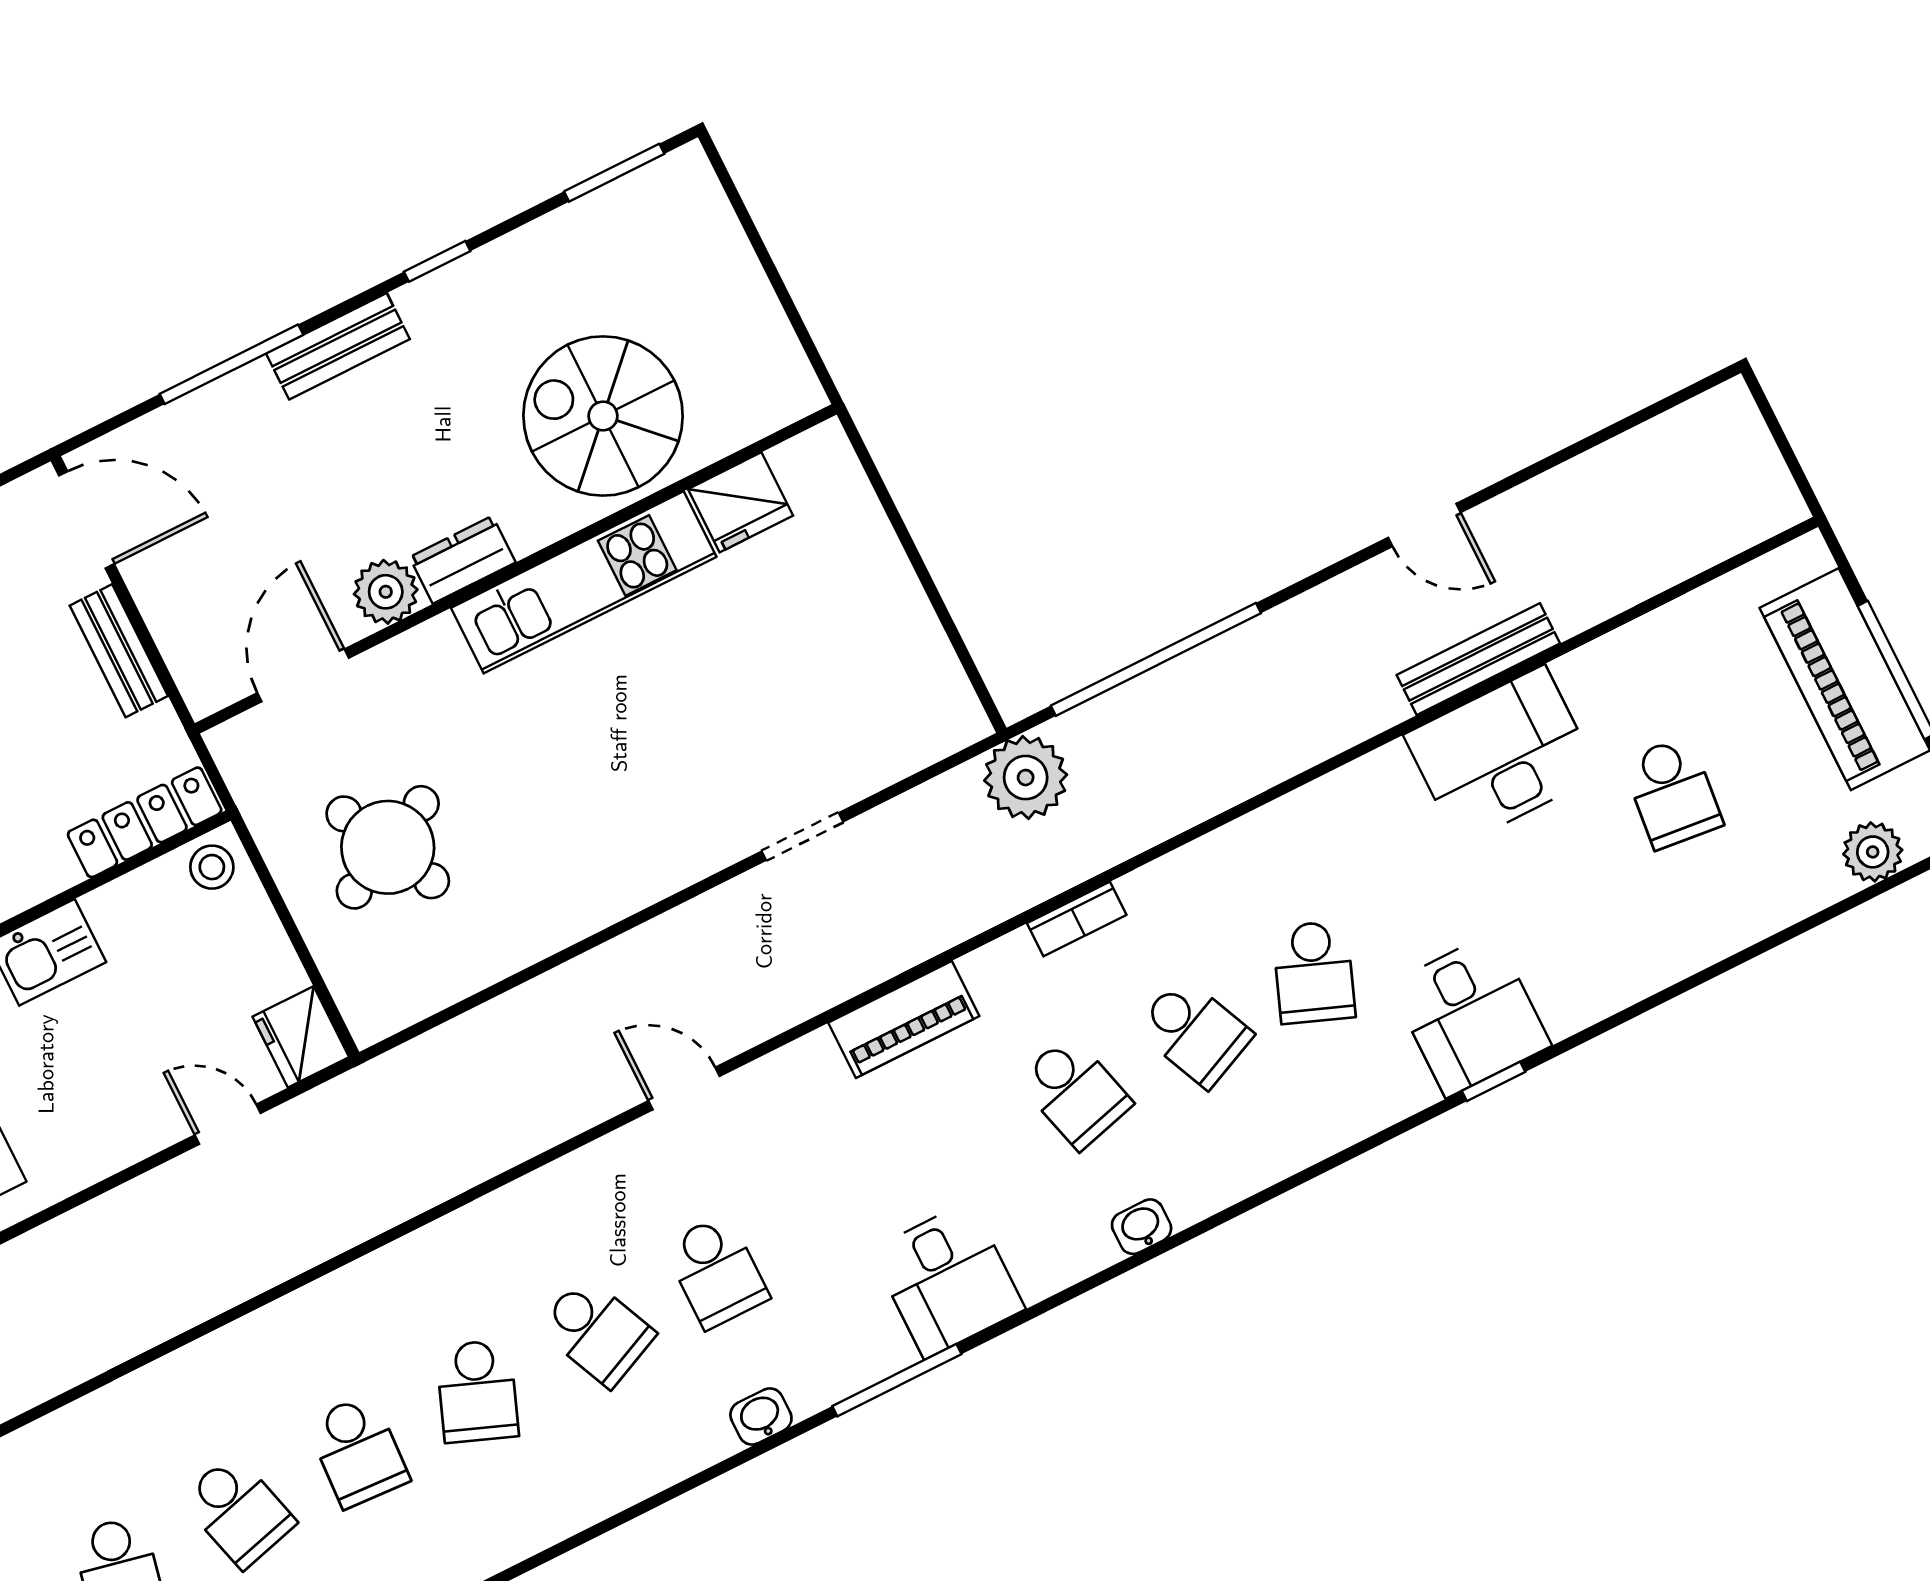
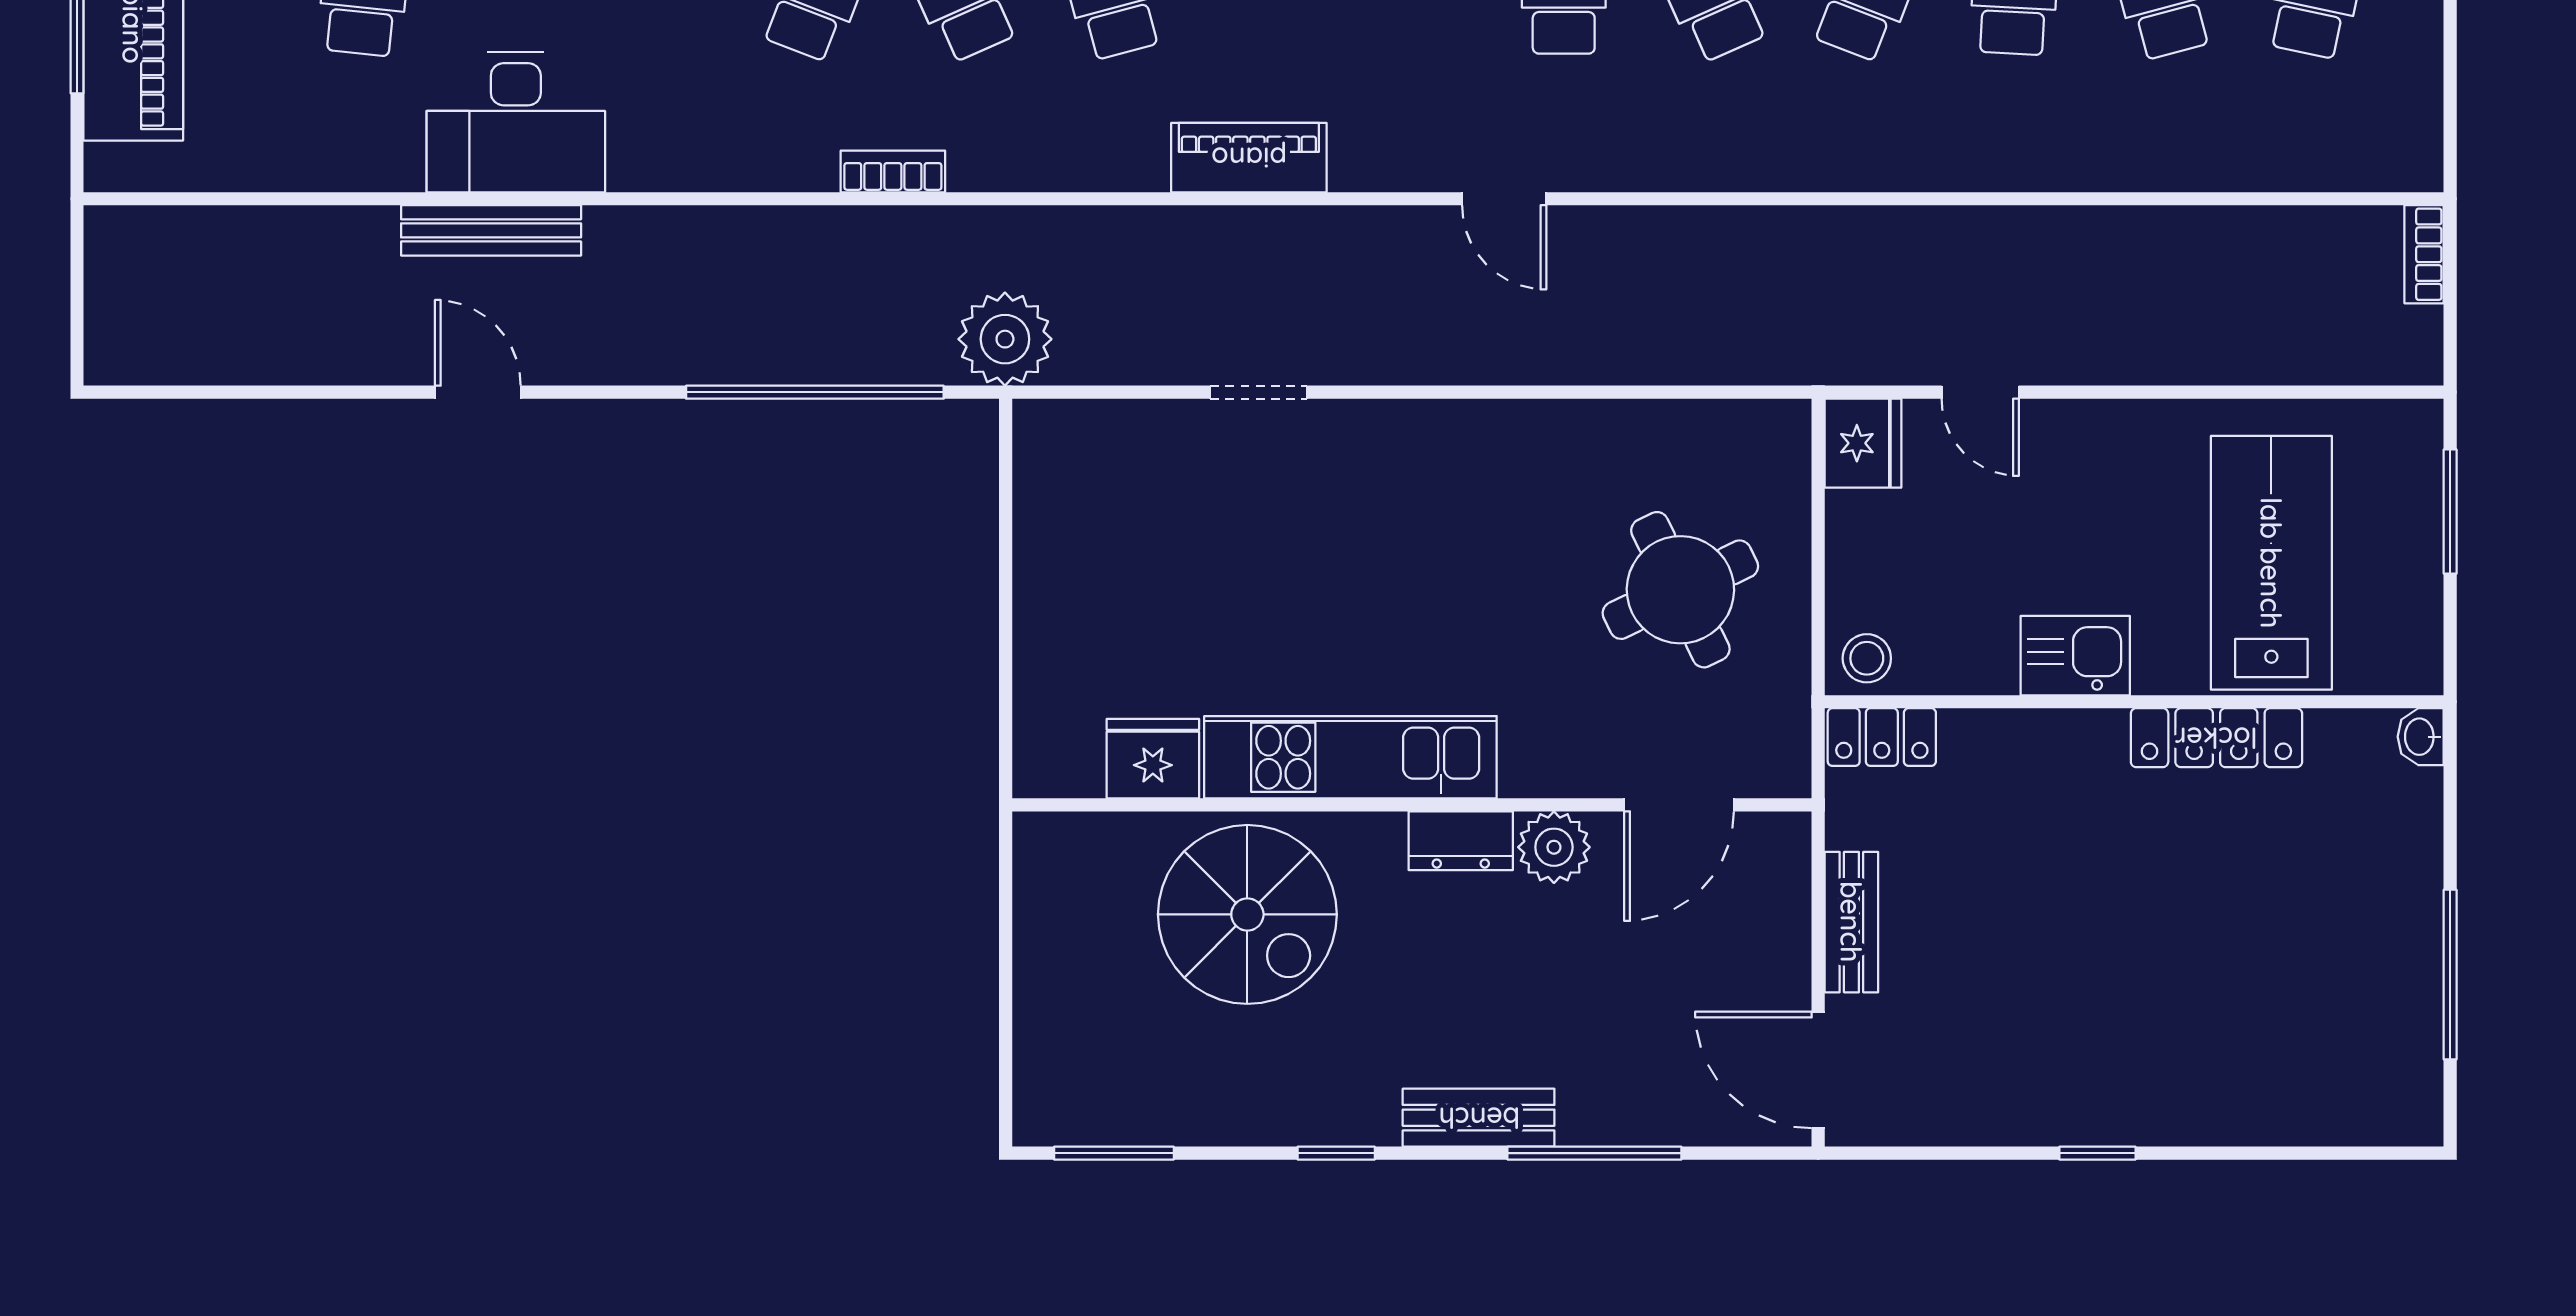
locker: (145, 822) -> (1882, 737), width x0.66
bookcase: (1077, 919) -> (893, 171), moved

